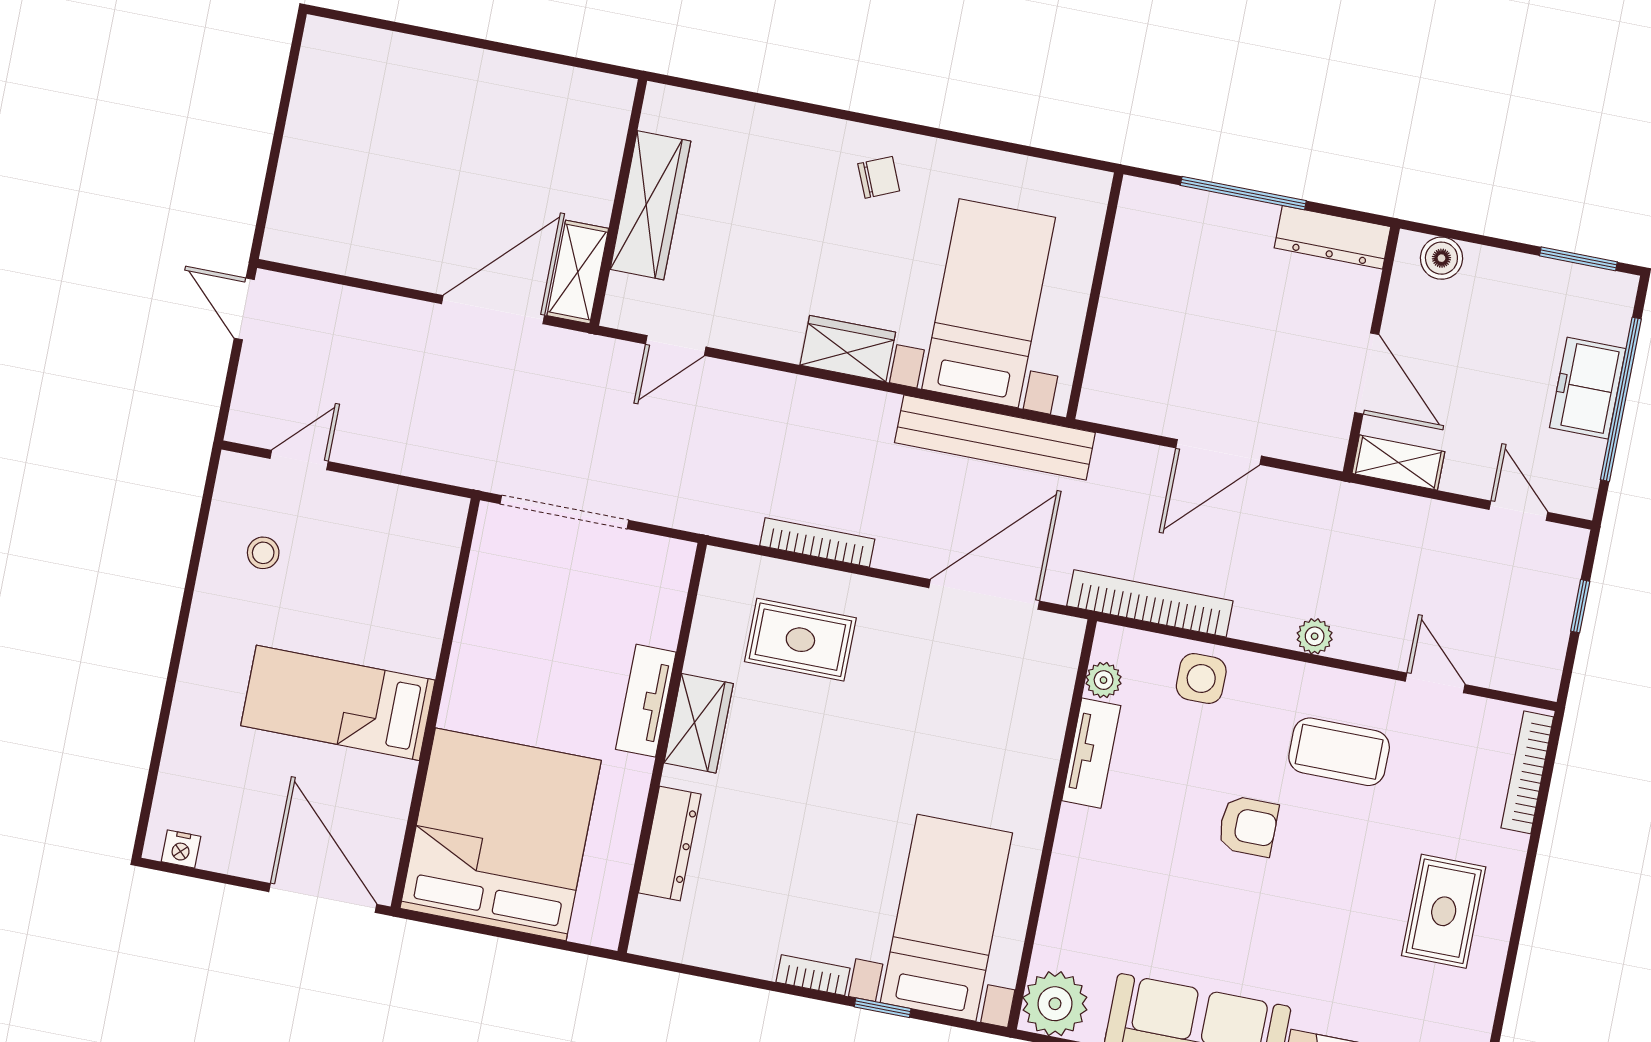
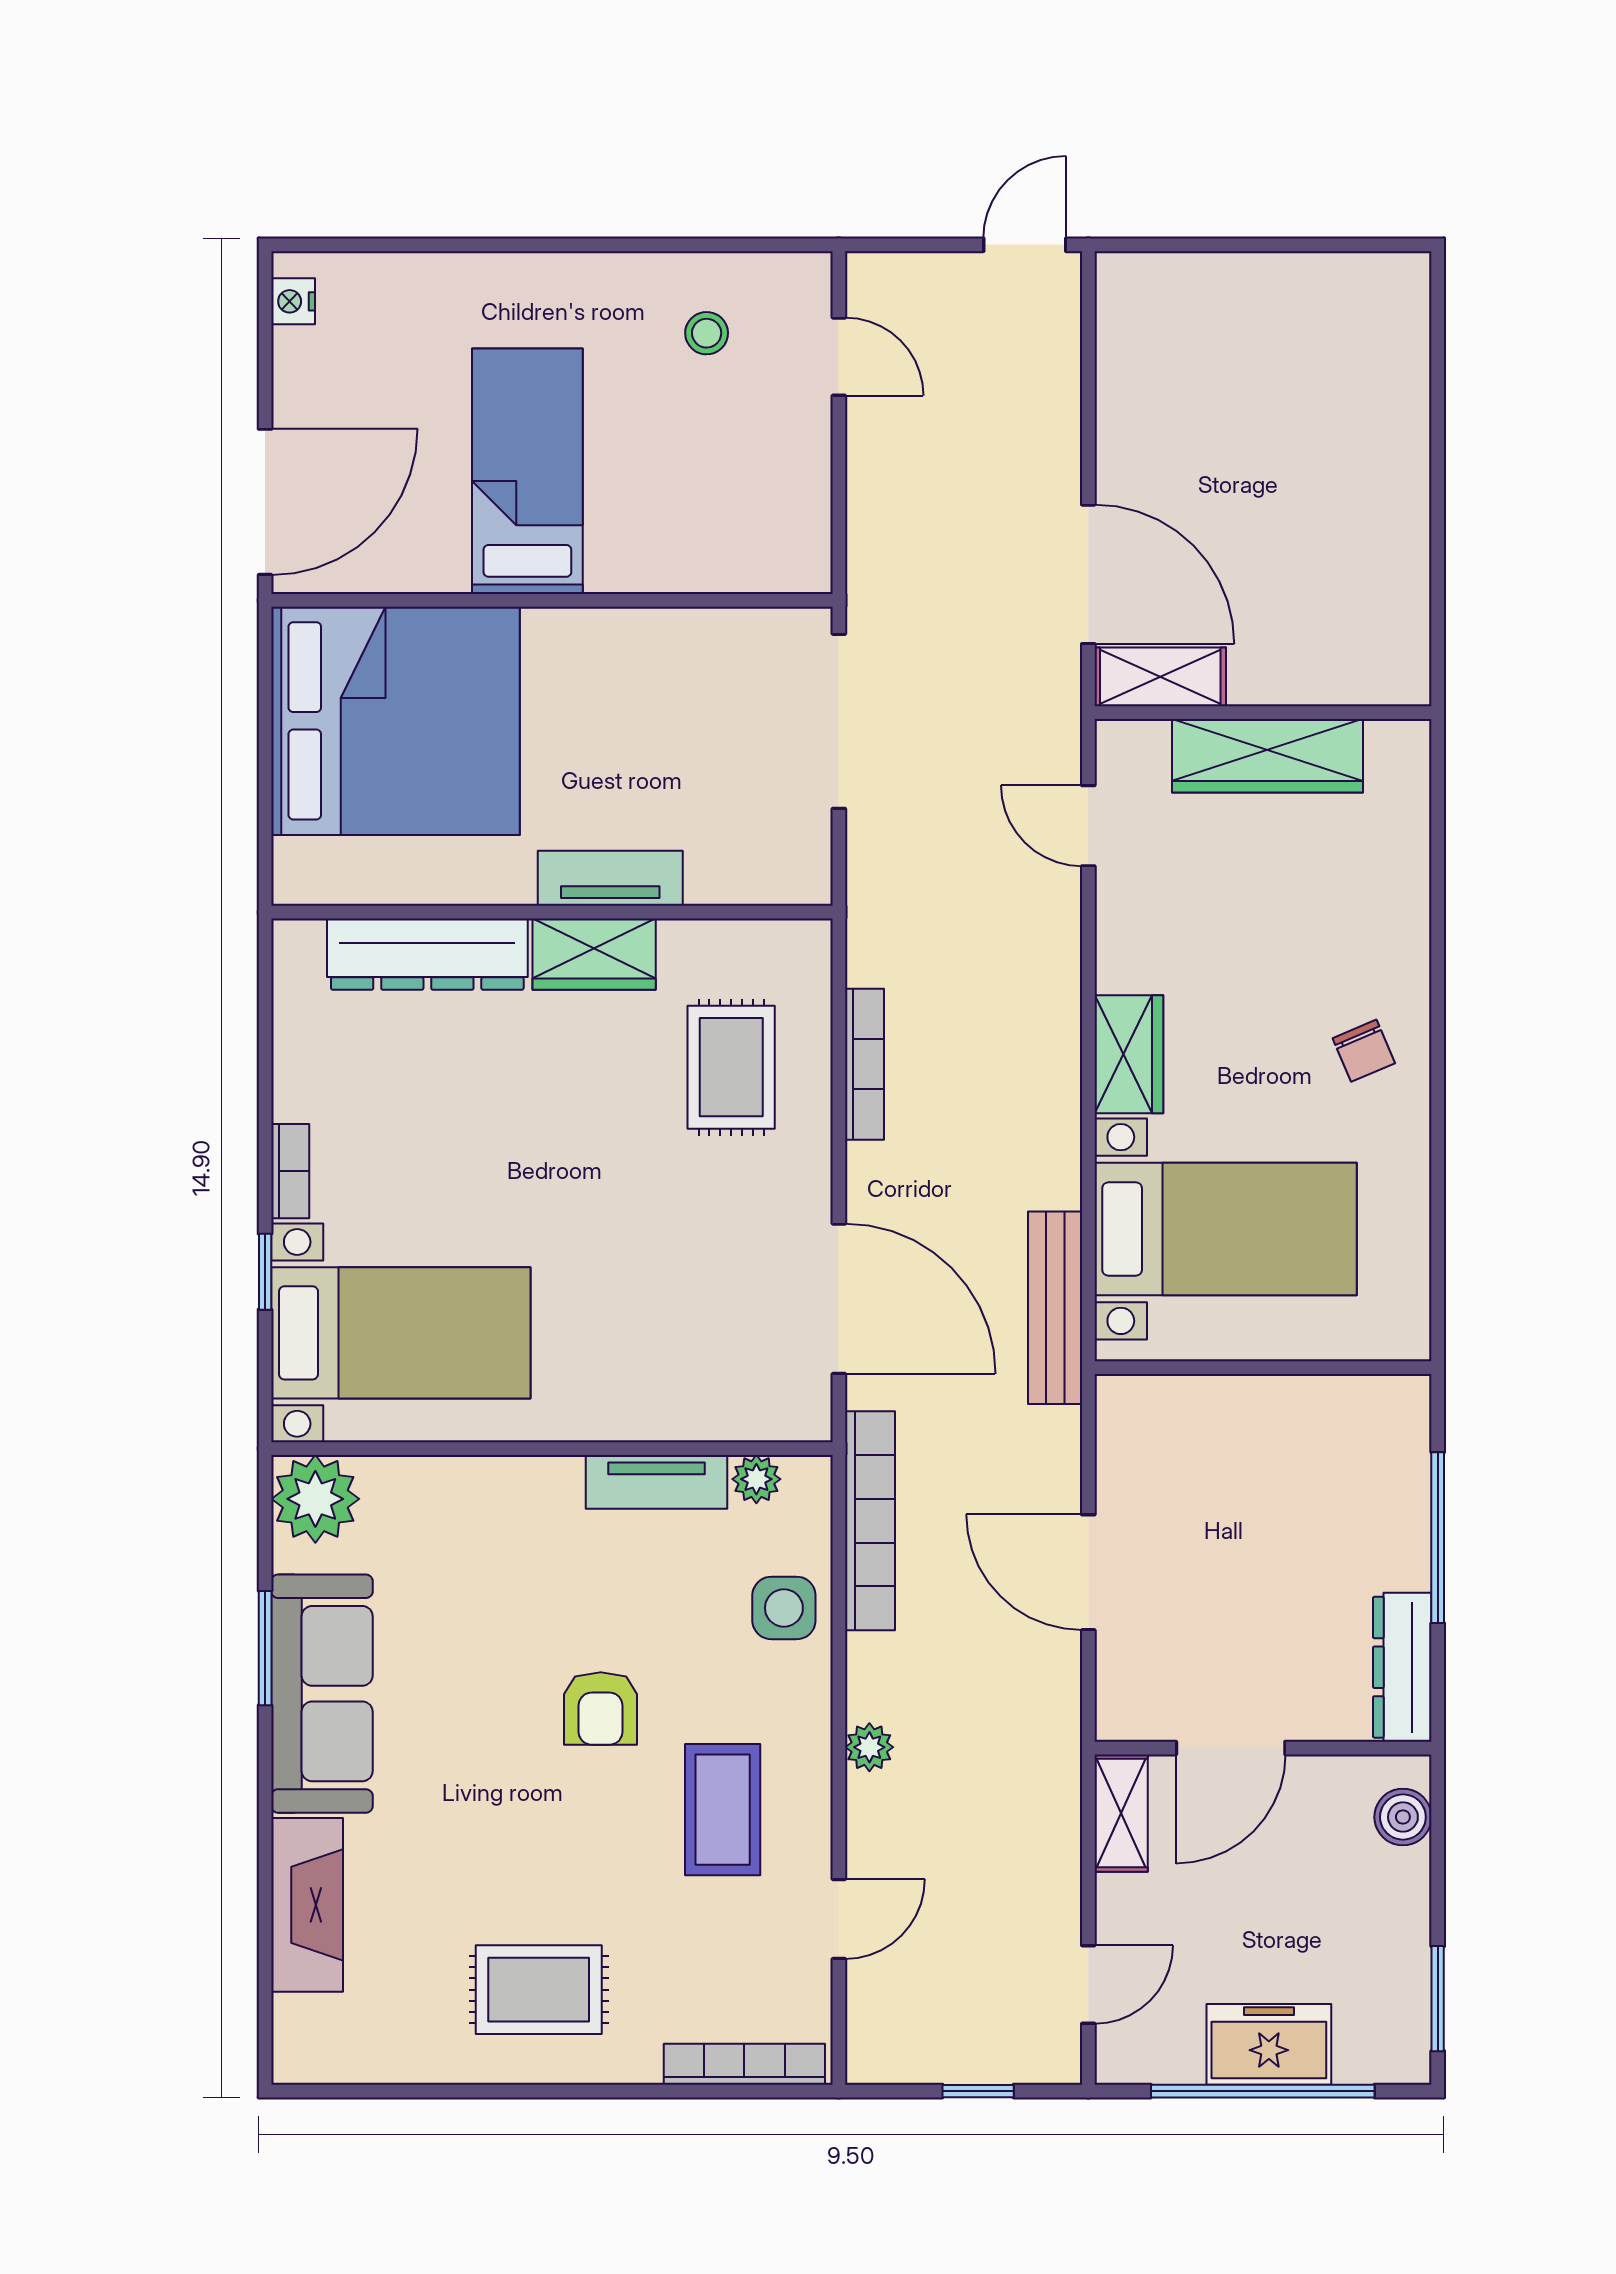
bench: (995, 438) -> (1055, 1308), width x0.73, depth x0.82
dresser: (670, 843) -> (427, 954), width x1.37, depth x1.24

